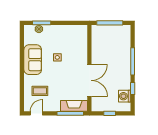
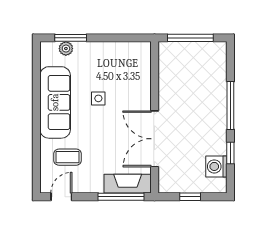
sofa: (33, 60) -> (55, 102), width x1.36
double door: (89, 80) -> (155, 139), swing flipped

